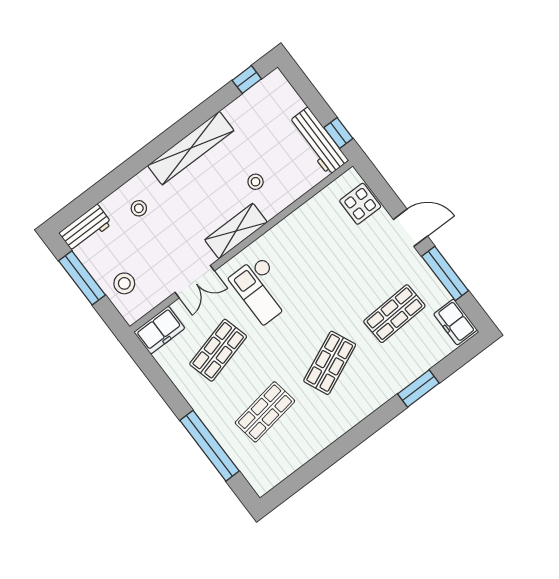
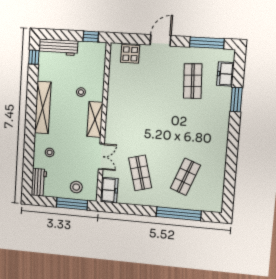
workbench: (318, 141) -> (58, 47), moved
window: (445, 273) -> (207, 43), moved
window: (82, 278) -> (72, 204), moved
checkout: (262, 290) -> (130, 131), removed
freezer: (455, 322) -> (225, 74), moved, turned 90
shop shelf: (330, 363) -> (189, 129), removed
shop shelf: (265, 412) -> (185, 177), turned 30

